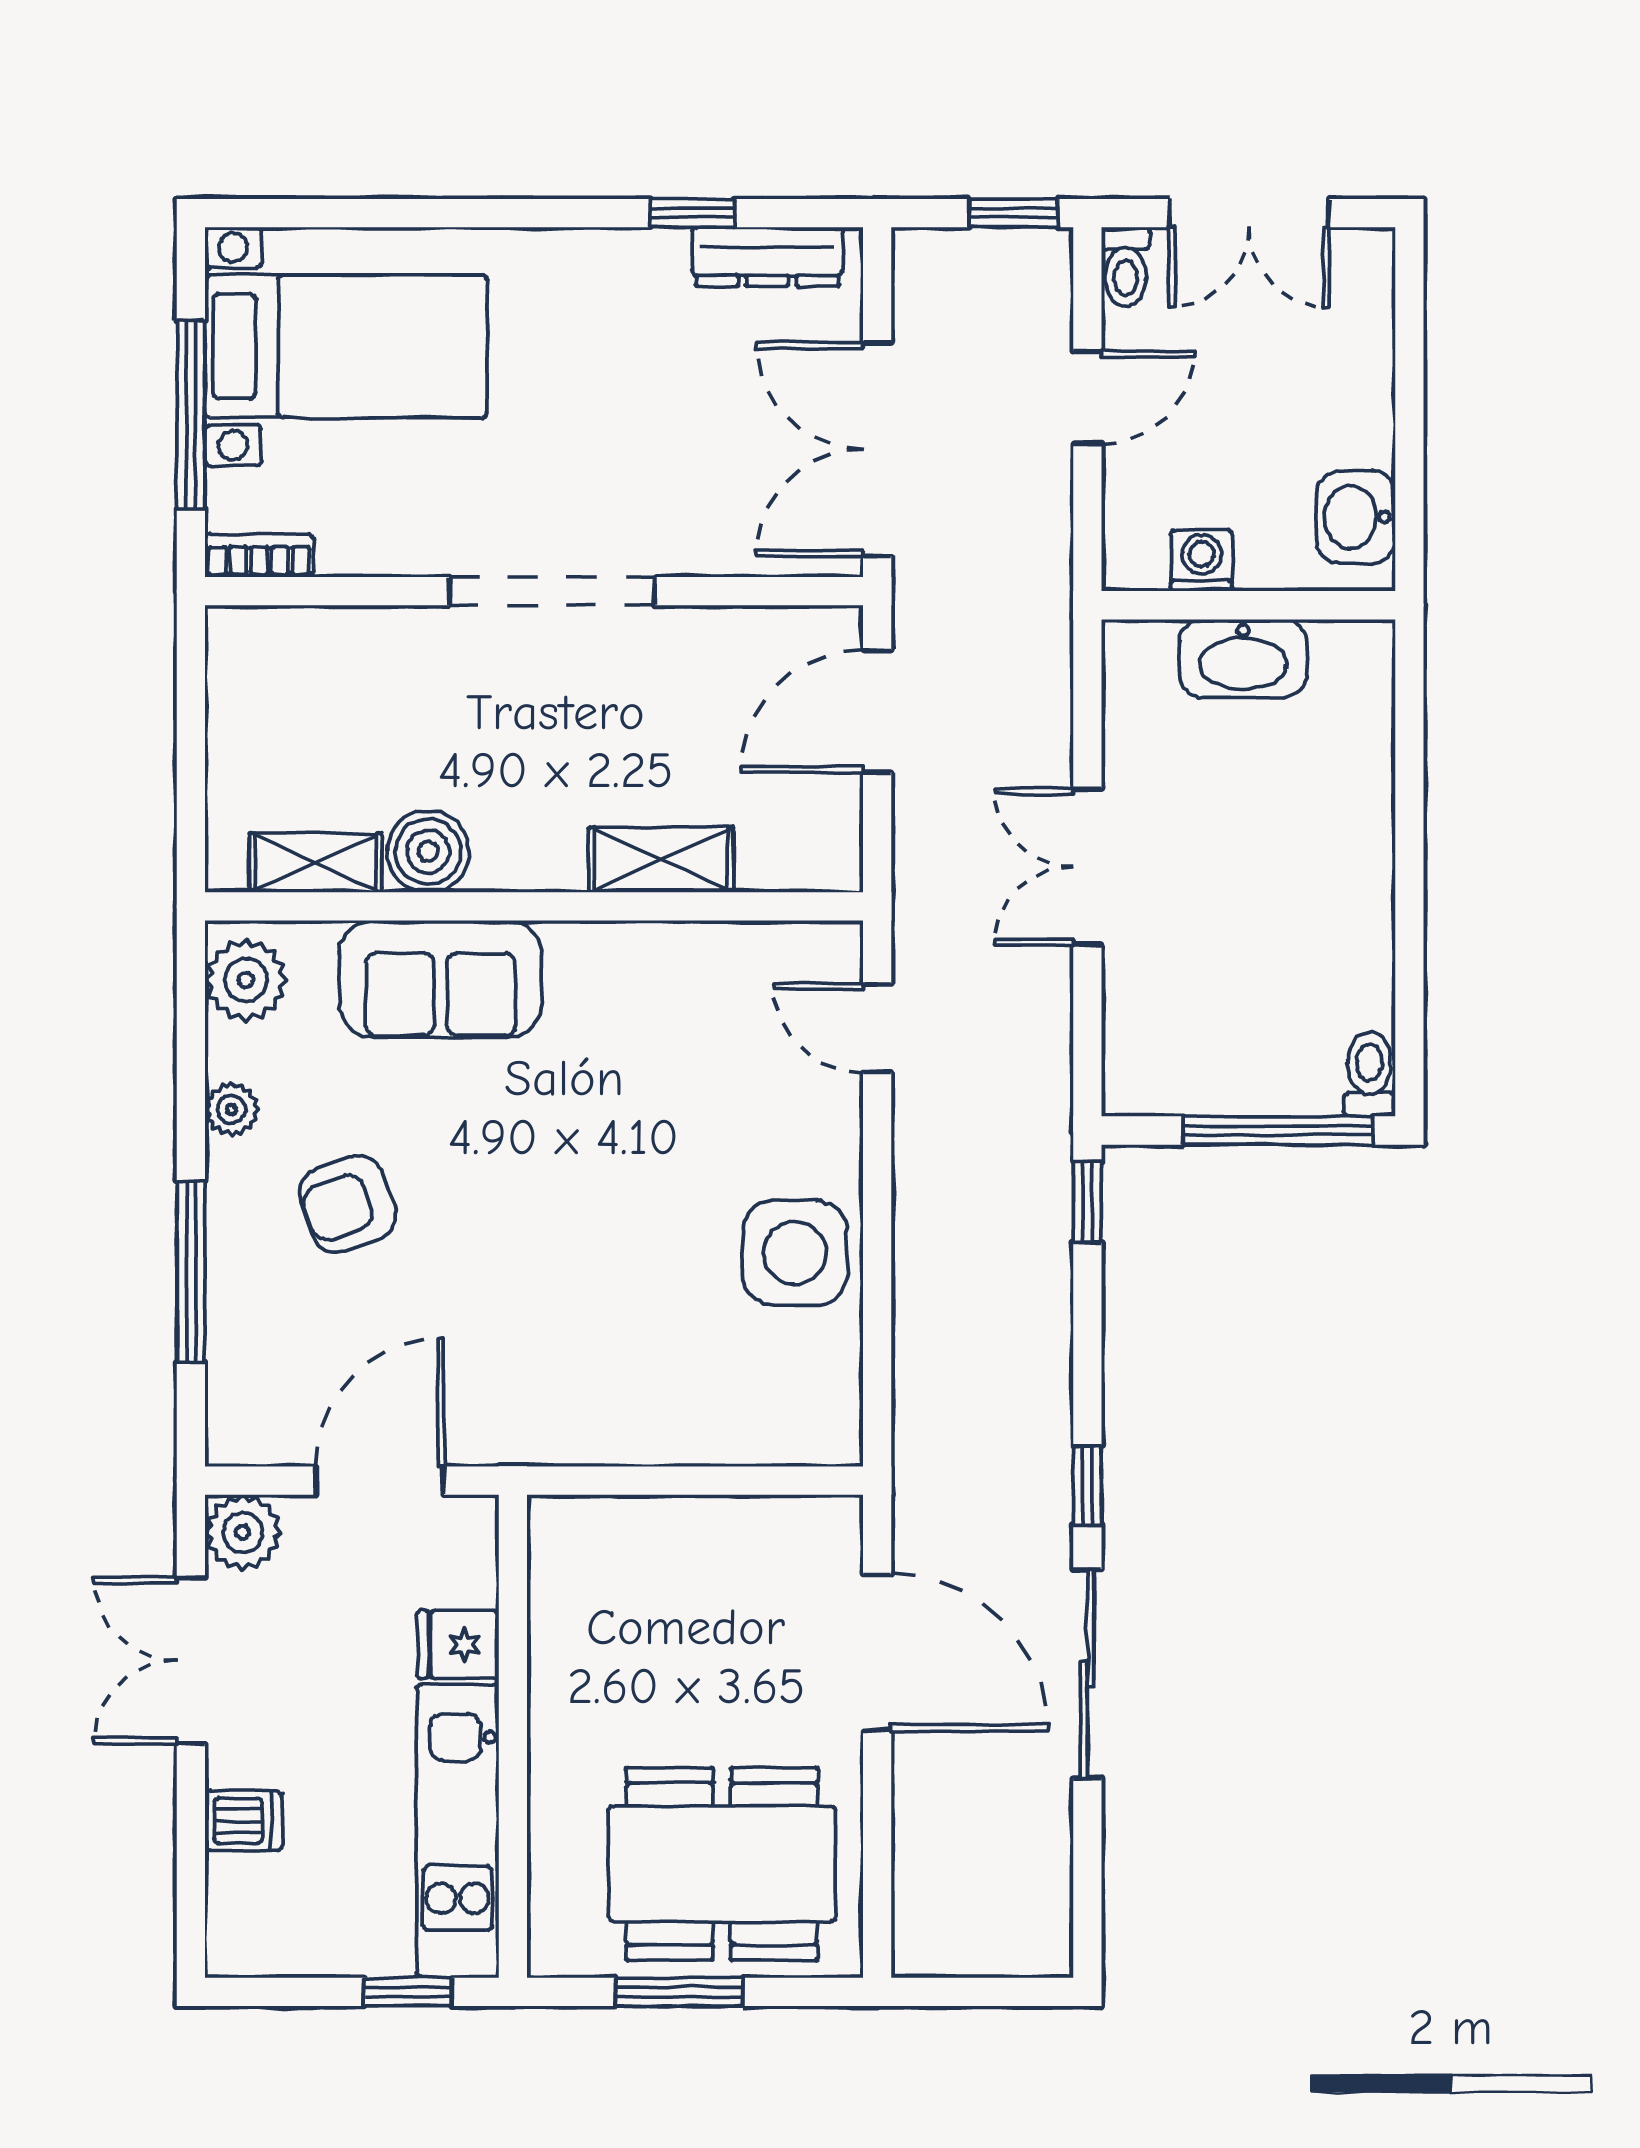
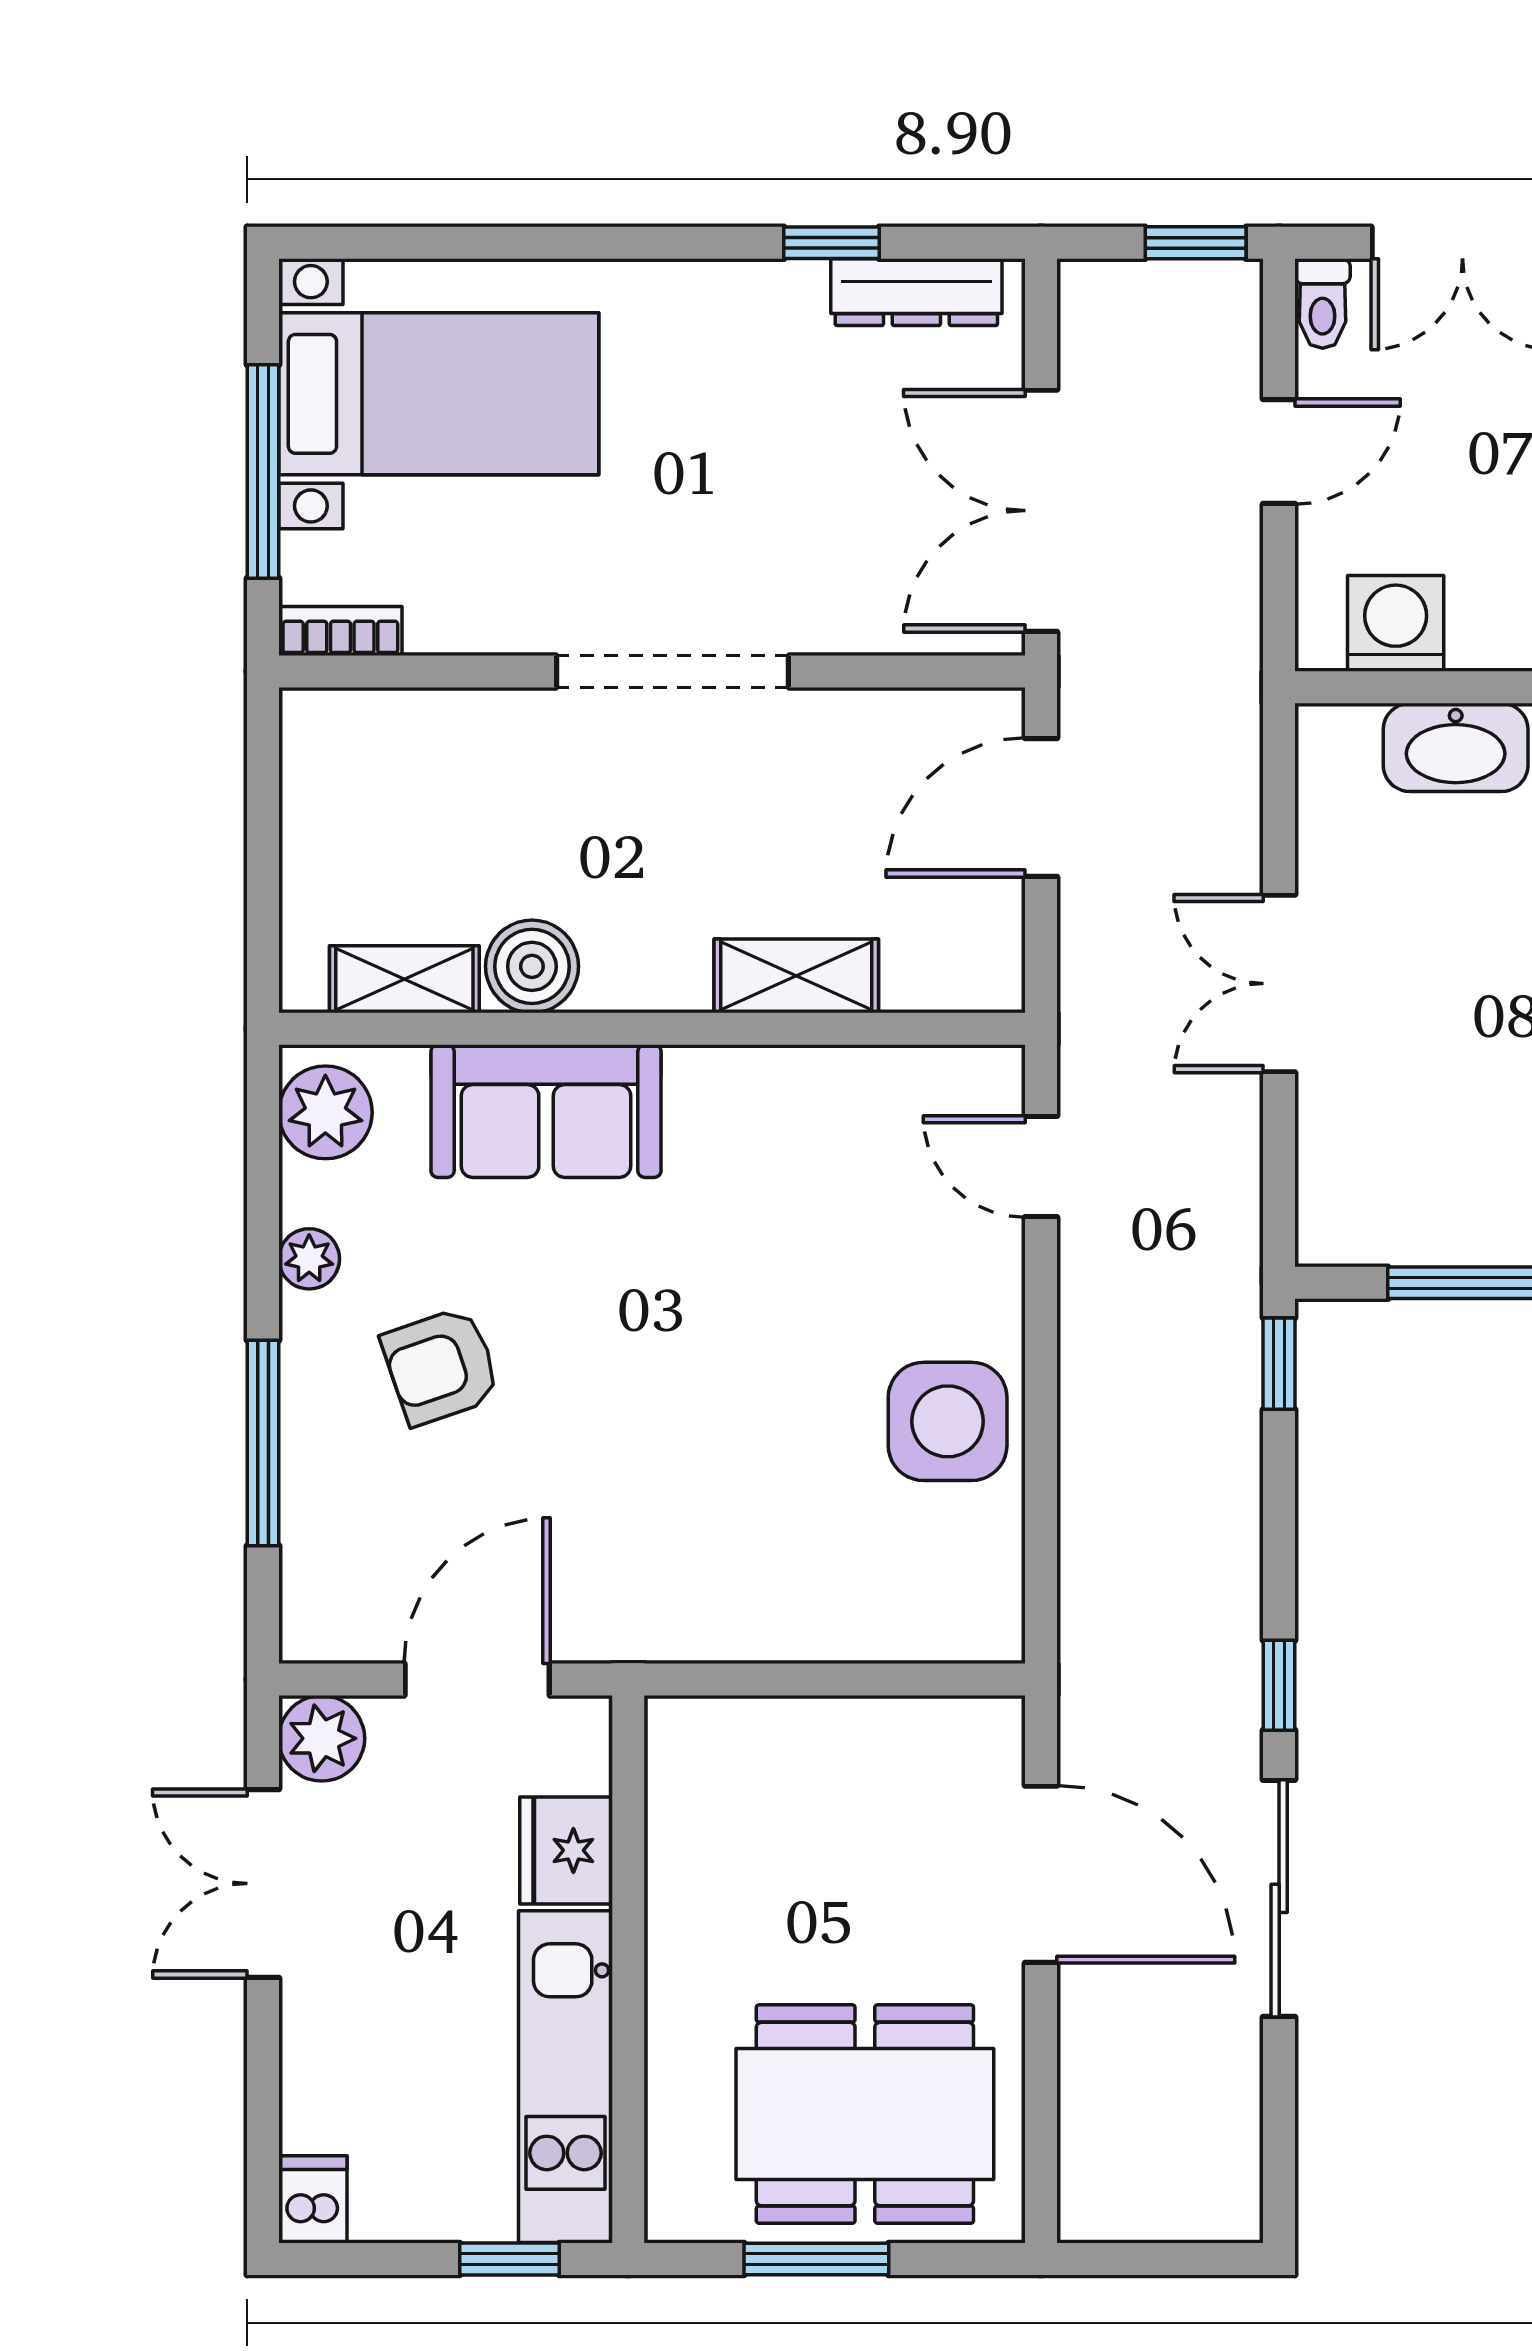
washing machine: (1202, 560) -> (1396, 623), width x1.38, depth x1.38
fridge: (458, 1645) -> (566, 1850), width x1.38
dishwasher: (243, 1821) -> (313, 2199), moved, turned -90

